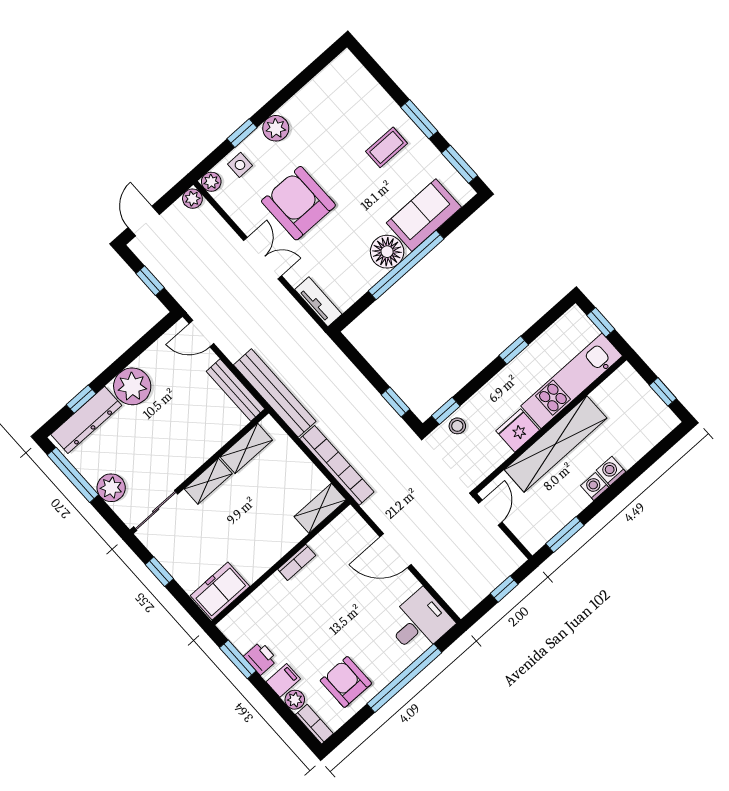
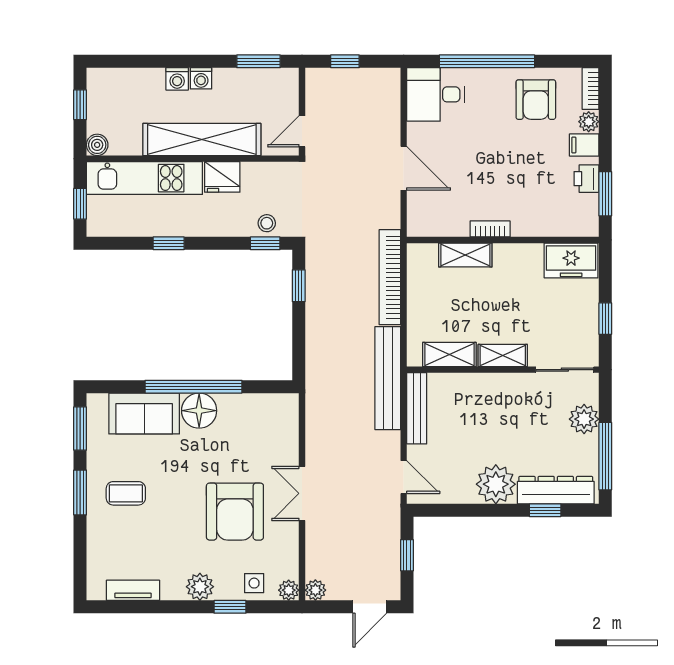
tv unit: (318, 302) -> (133, 590), moved, turned 90
boiler: (626, 374) -> (97, 145), added
shelving: (320, 508) -> (465, 255), moved

